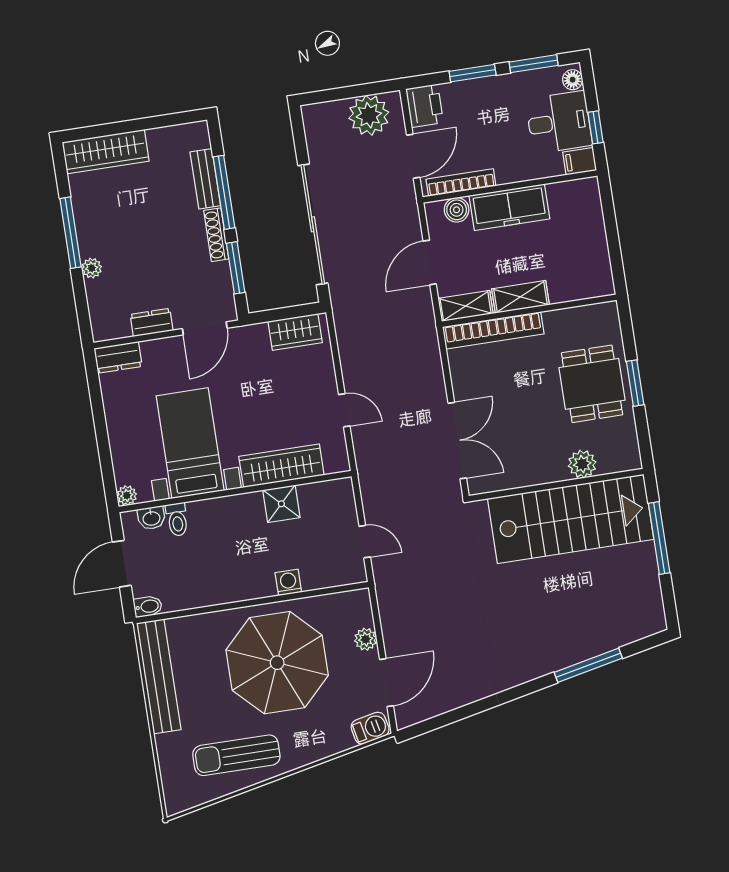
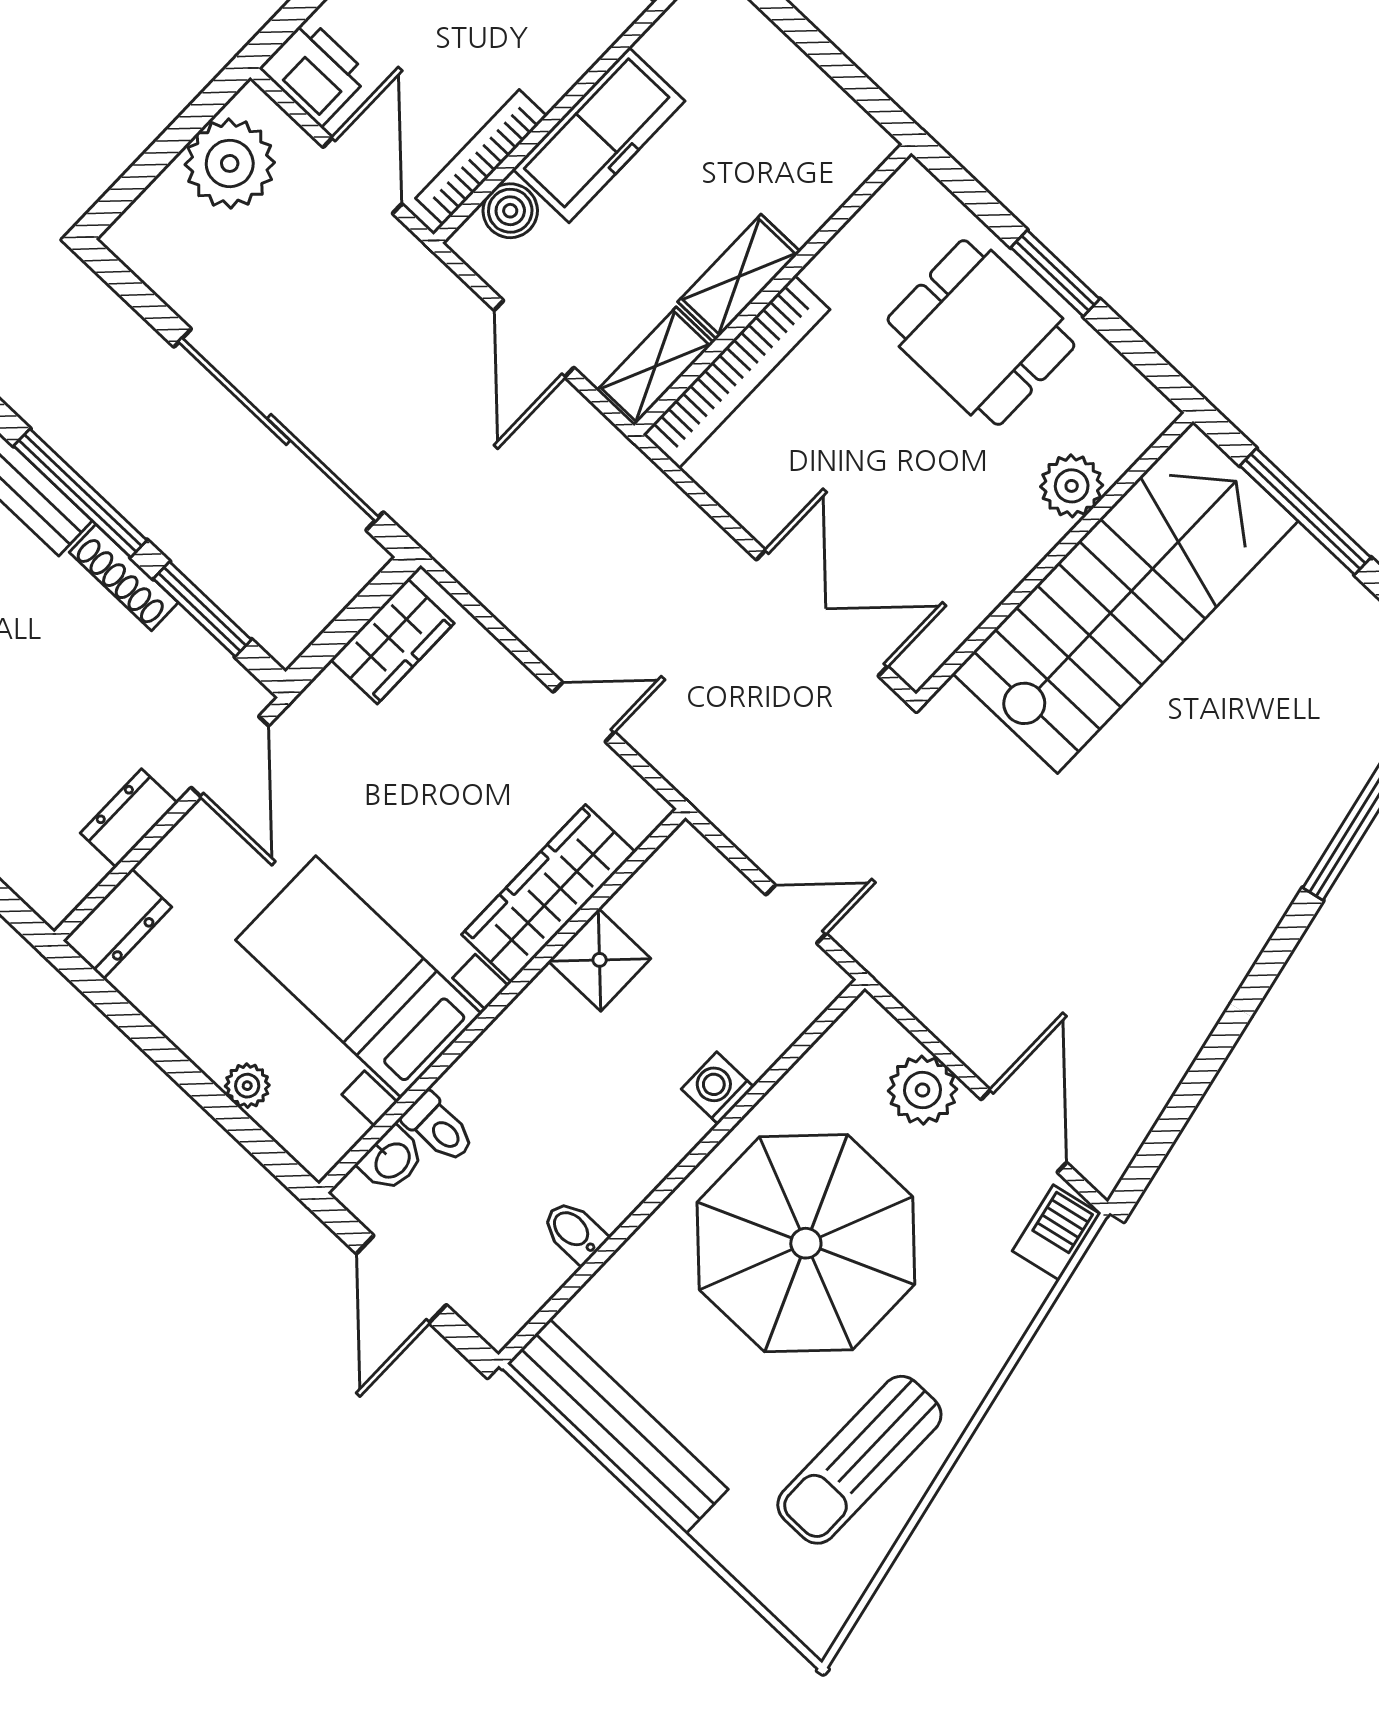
plant: (127, 495) -> (247, 1086), moved
bidet: (148, 606) -> (574, 1232), moved, turned -90
plant: (366, 639) -> (923, 1090), width x1.38, depth x1.38

